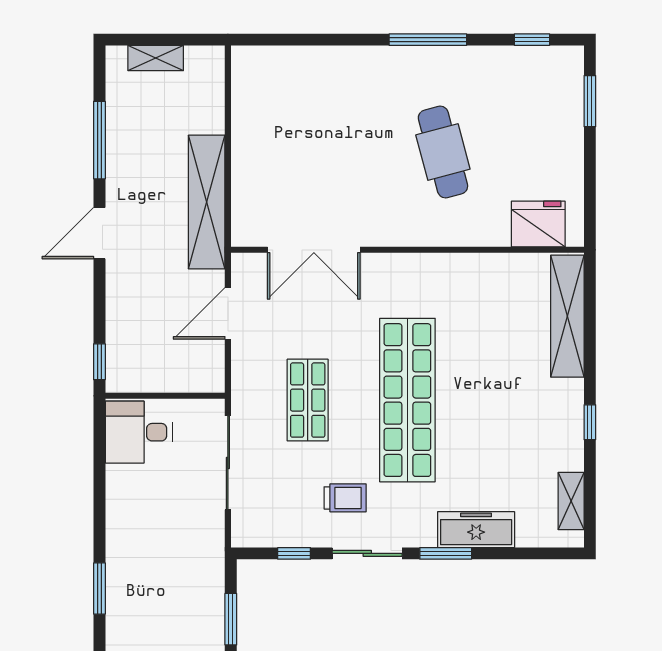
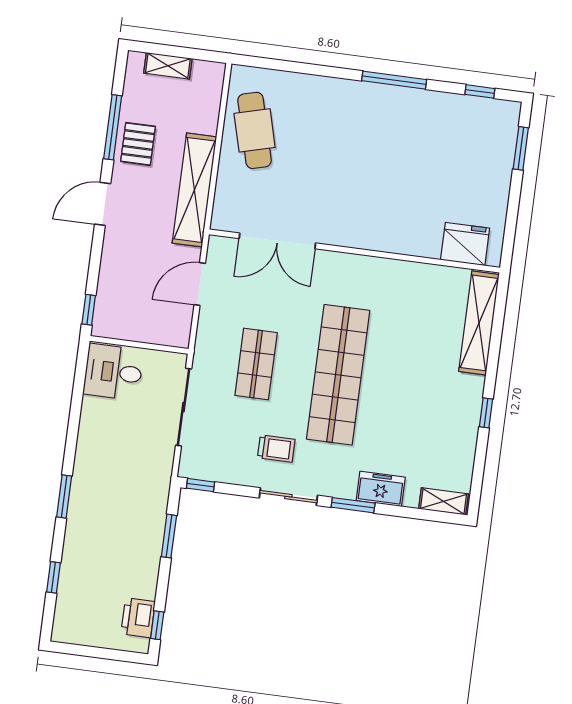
cafe table: (443, 152) -> (255, 130), moved
pallet: (132, 156) -> (138, 144), added
shelving: (571, 501) -> (444, 501), moved, turned 90
freezer: (476, 530) -> (381, 489), width x0.71
window: (294, 553) -> (200, 485), moved

